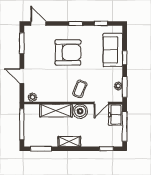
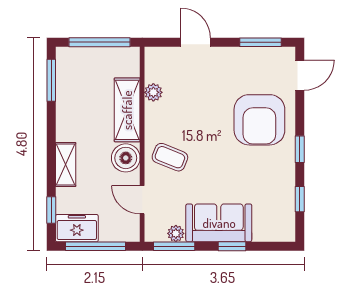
sofa: (113, 50) -> (219, 223), moved
armchair: (68, 52) -> (259, 120), moved
door: (22, 76) -> (196, 42), hinge flipped
plant: (32, 97) -> (153, 92), moved
freezer: (116, 115) -> (77, 228), moved
shelving: (69, 141) -> (66, 165), moved

